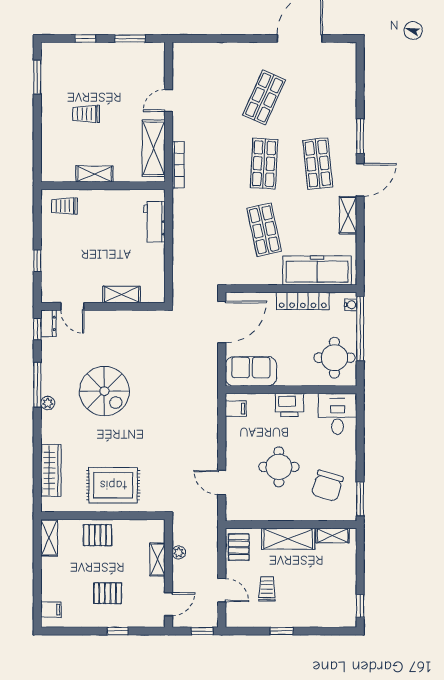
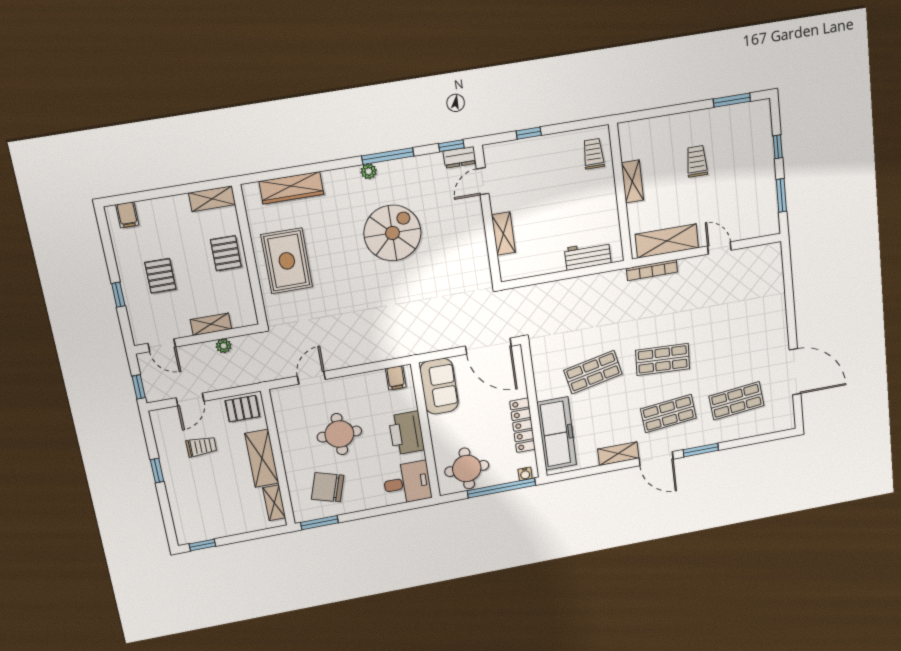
shop shelf: (264, 97) -> (736, 401), moved, turned -30
spiral stairs: (104, 391) -> (392, 233), turned 180
printer: (289, 405) -> (406, 433), width x1.37, depth x1.19

